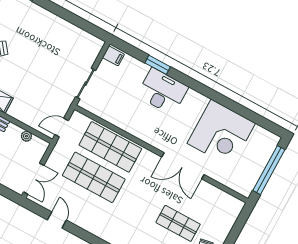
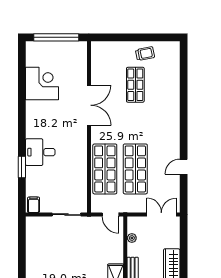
desk: (162, 91) -> (40, 152), width x0.73
corner desk: (221, 133) -> (42, 83), width x0.74, depth x0.74
door: (57, 220) -> (184, 167), moved

